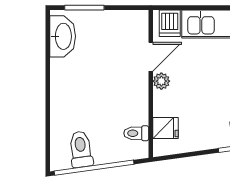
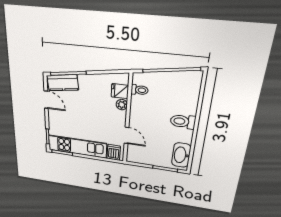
door: (151, 57) -> (126, 135), swing flipped
plant: (161, 81) -> (122, 105), moved
toilet: (81, 149) -> (183, 121), moved, turned 98

